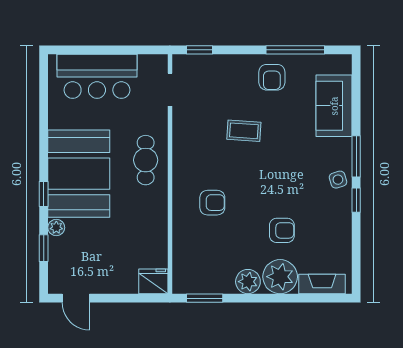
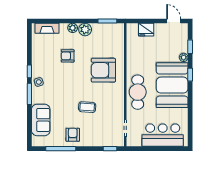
cafe table: (146, 160) -> (138, 92), width x1.37, depth x1.35
armchair: (212, 203) -> (103, 70), width x1.88, depth x1.88
plant: (280, 277) -> (73, 28), width x0.53, depth x0.53
fridge: (153, 281) -> (146, 30), moved

